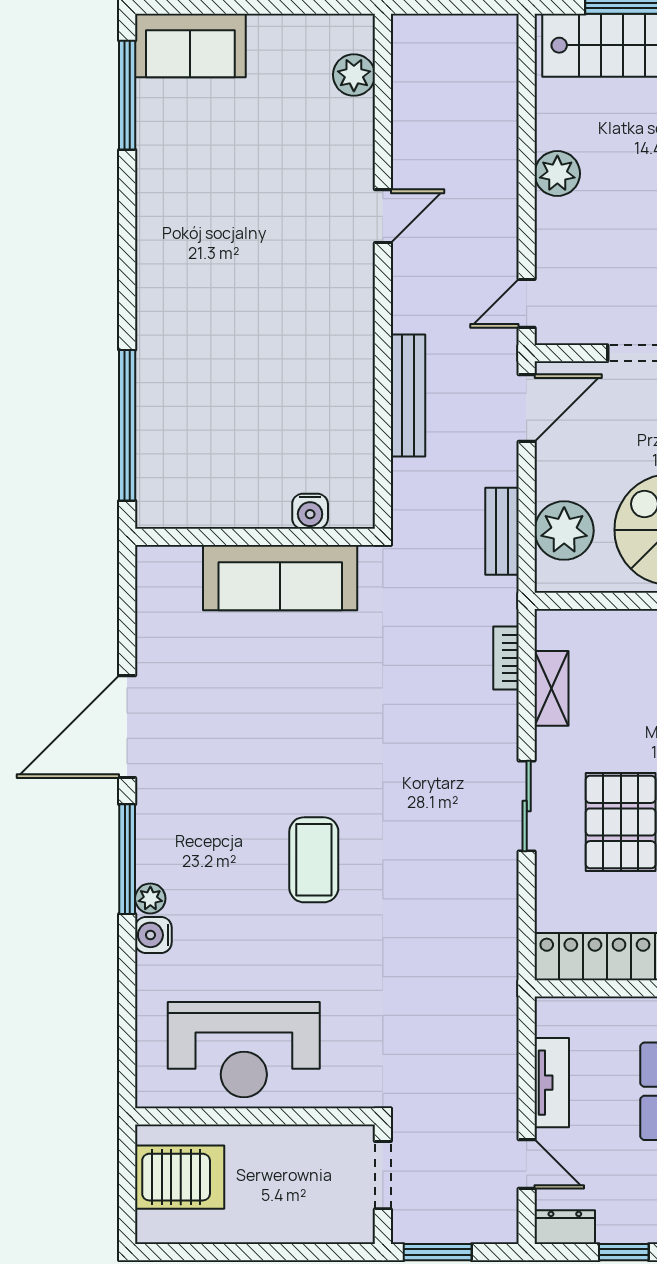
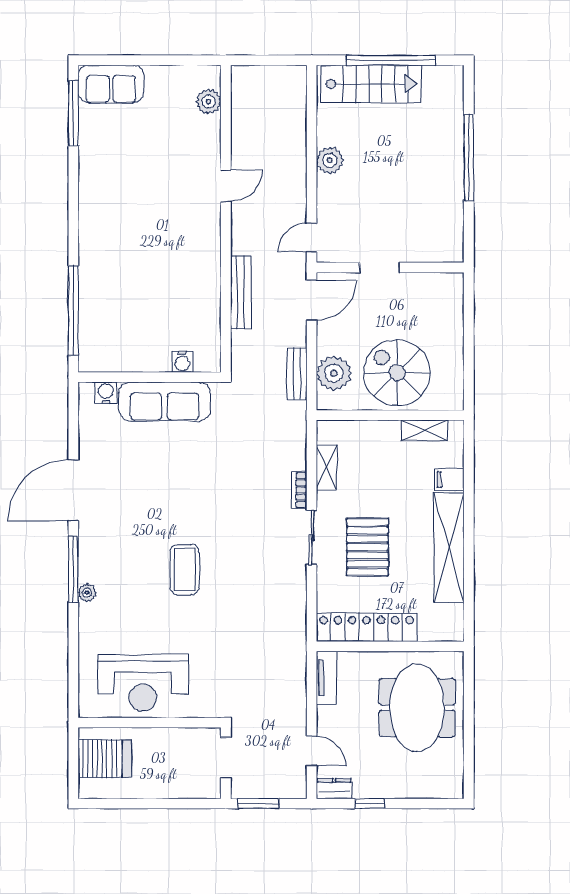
bookcase: (506, 658) -> (299, 490), moved
water cooler: (153, 935) -> (106, 393), moved, turned 90
tv unit: (552, 1083) -> (326, 678), moved

